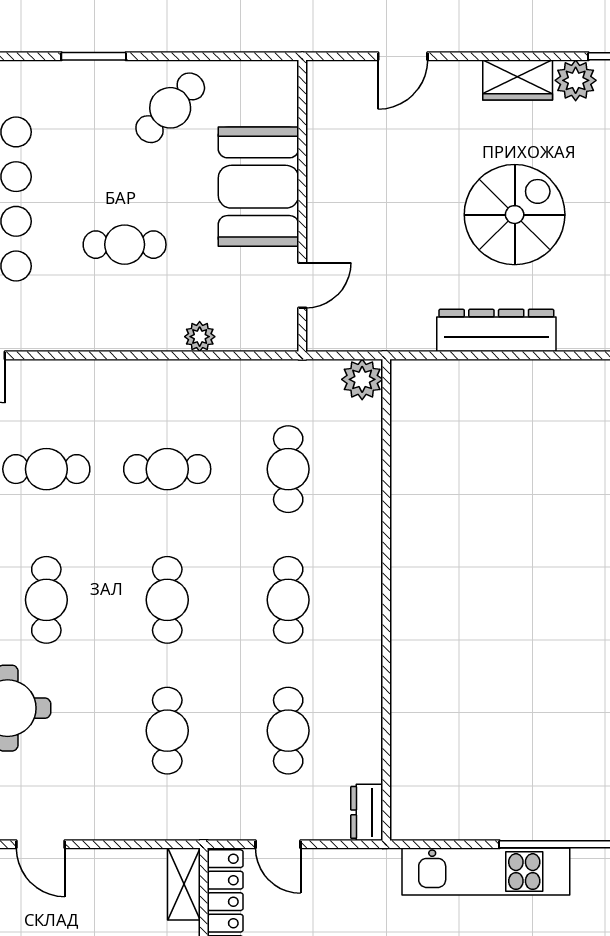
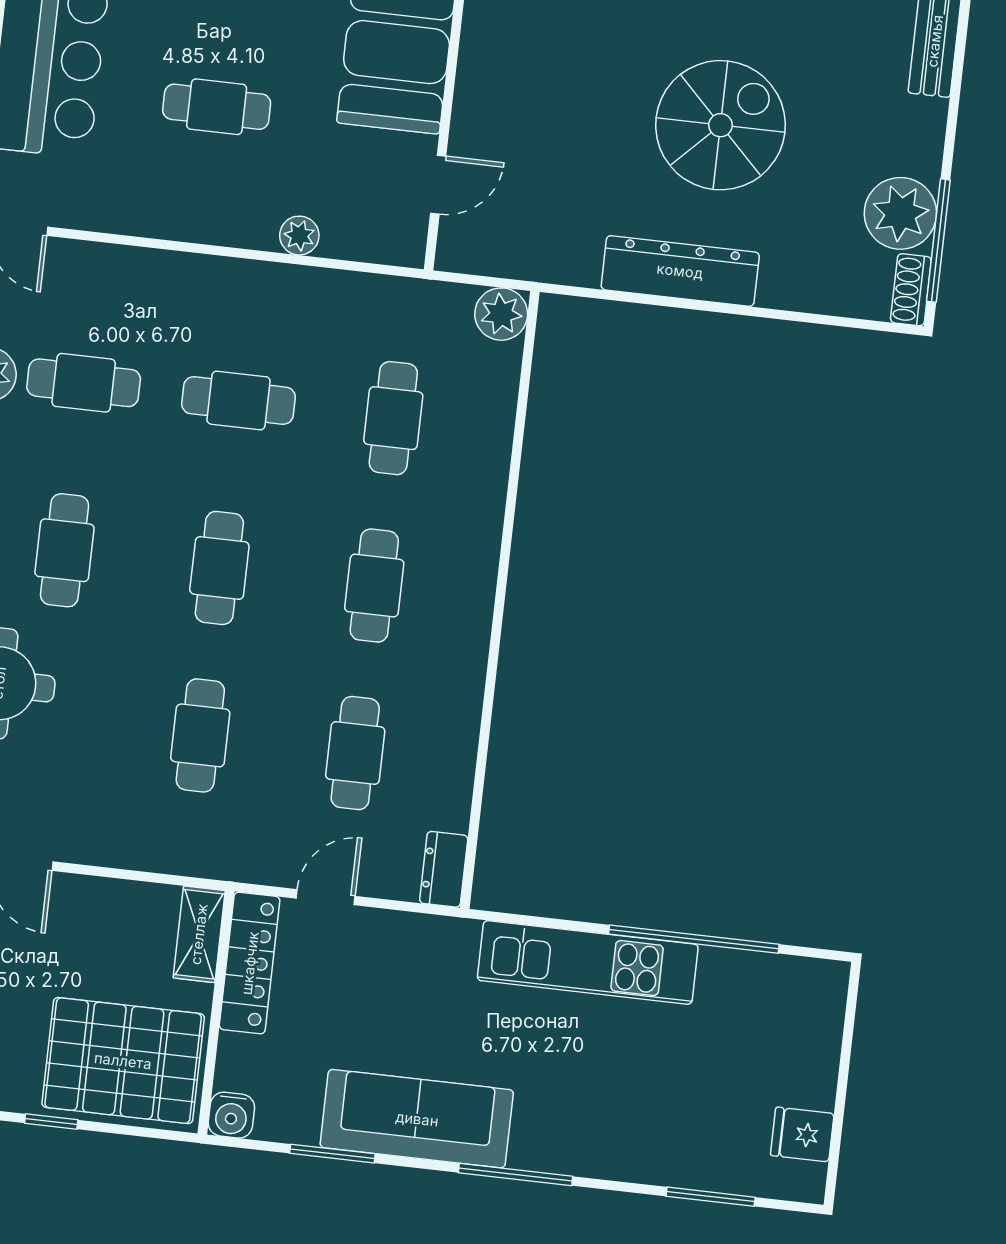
door: (278, 844) -> (326, 897), swing flipped

